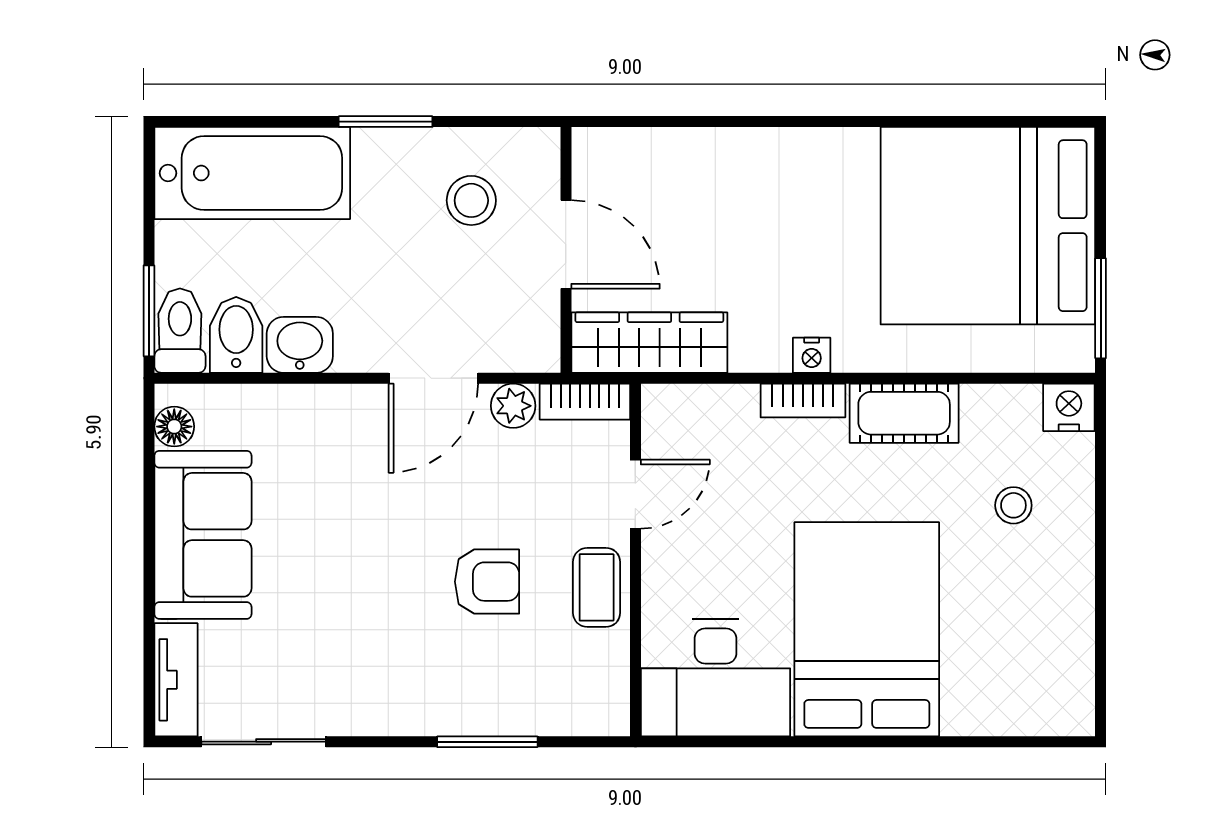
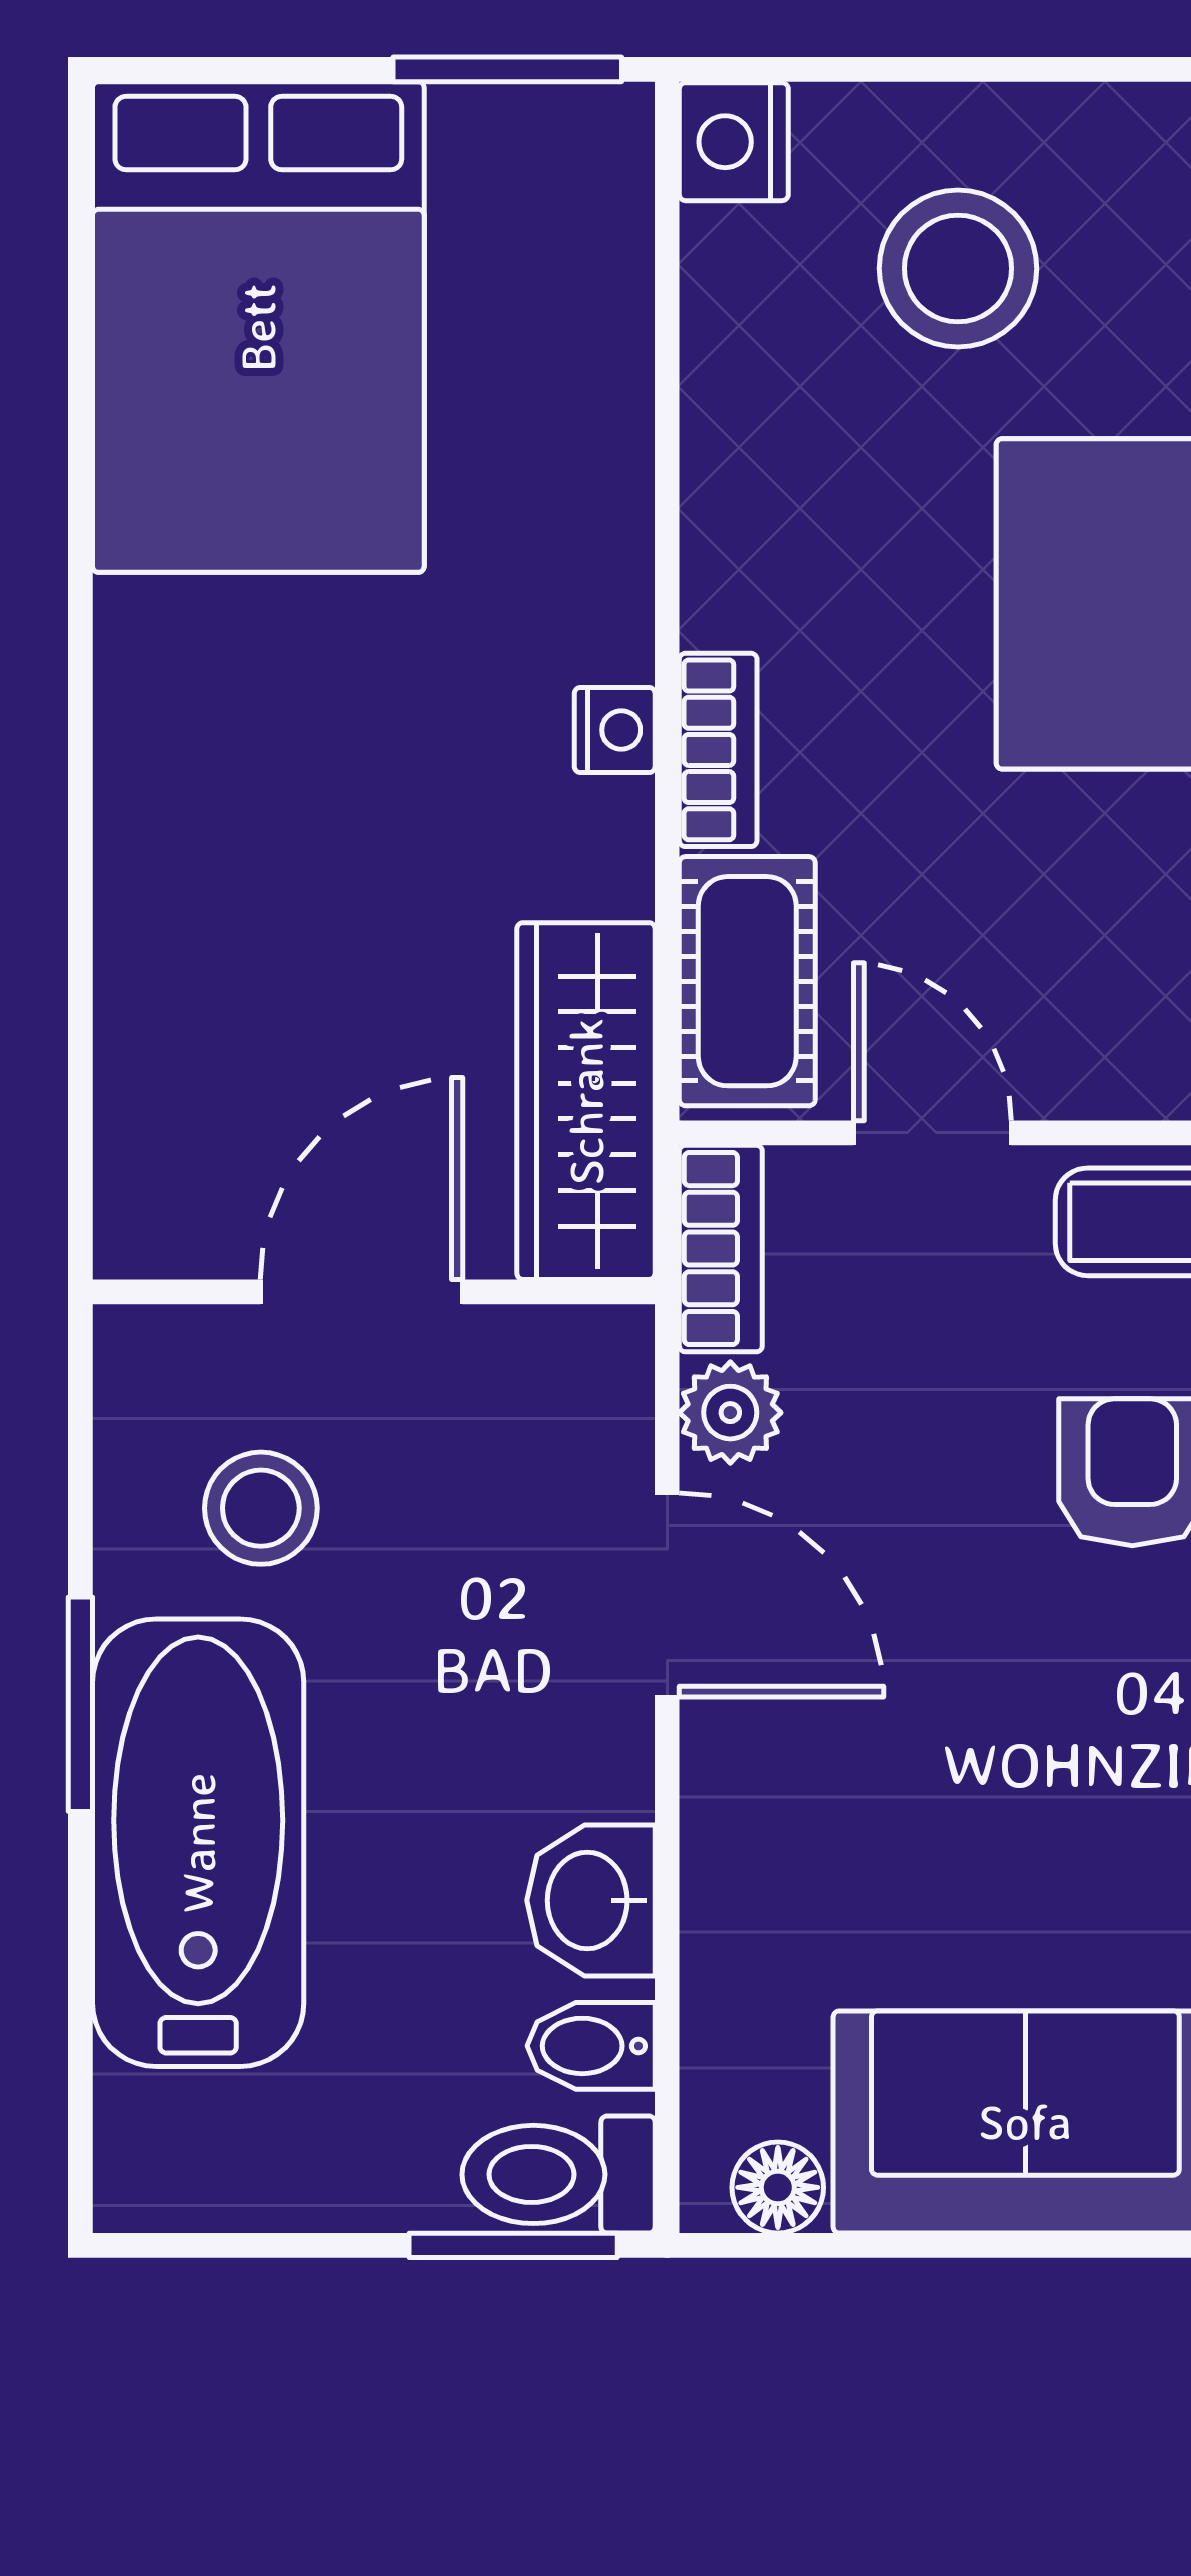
bathtub: (252, 173) -> (198, 1843), moved
bed: (988, 226) -> (258, 327), width x0.73
bidet: (236, 335) -> (591, 2046), width x0.72, depth x0.74
cot: (904, 413) -> (747, 981), moved
stool: (1013, 505) -> (958, 268), width x1.89, depth x1.89

